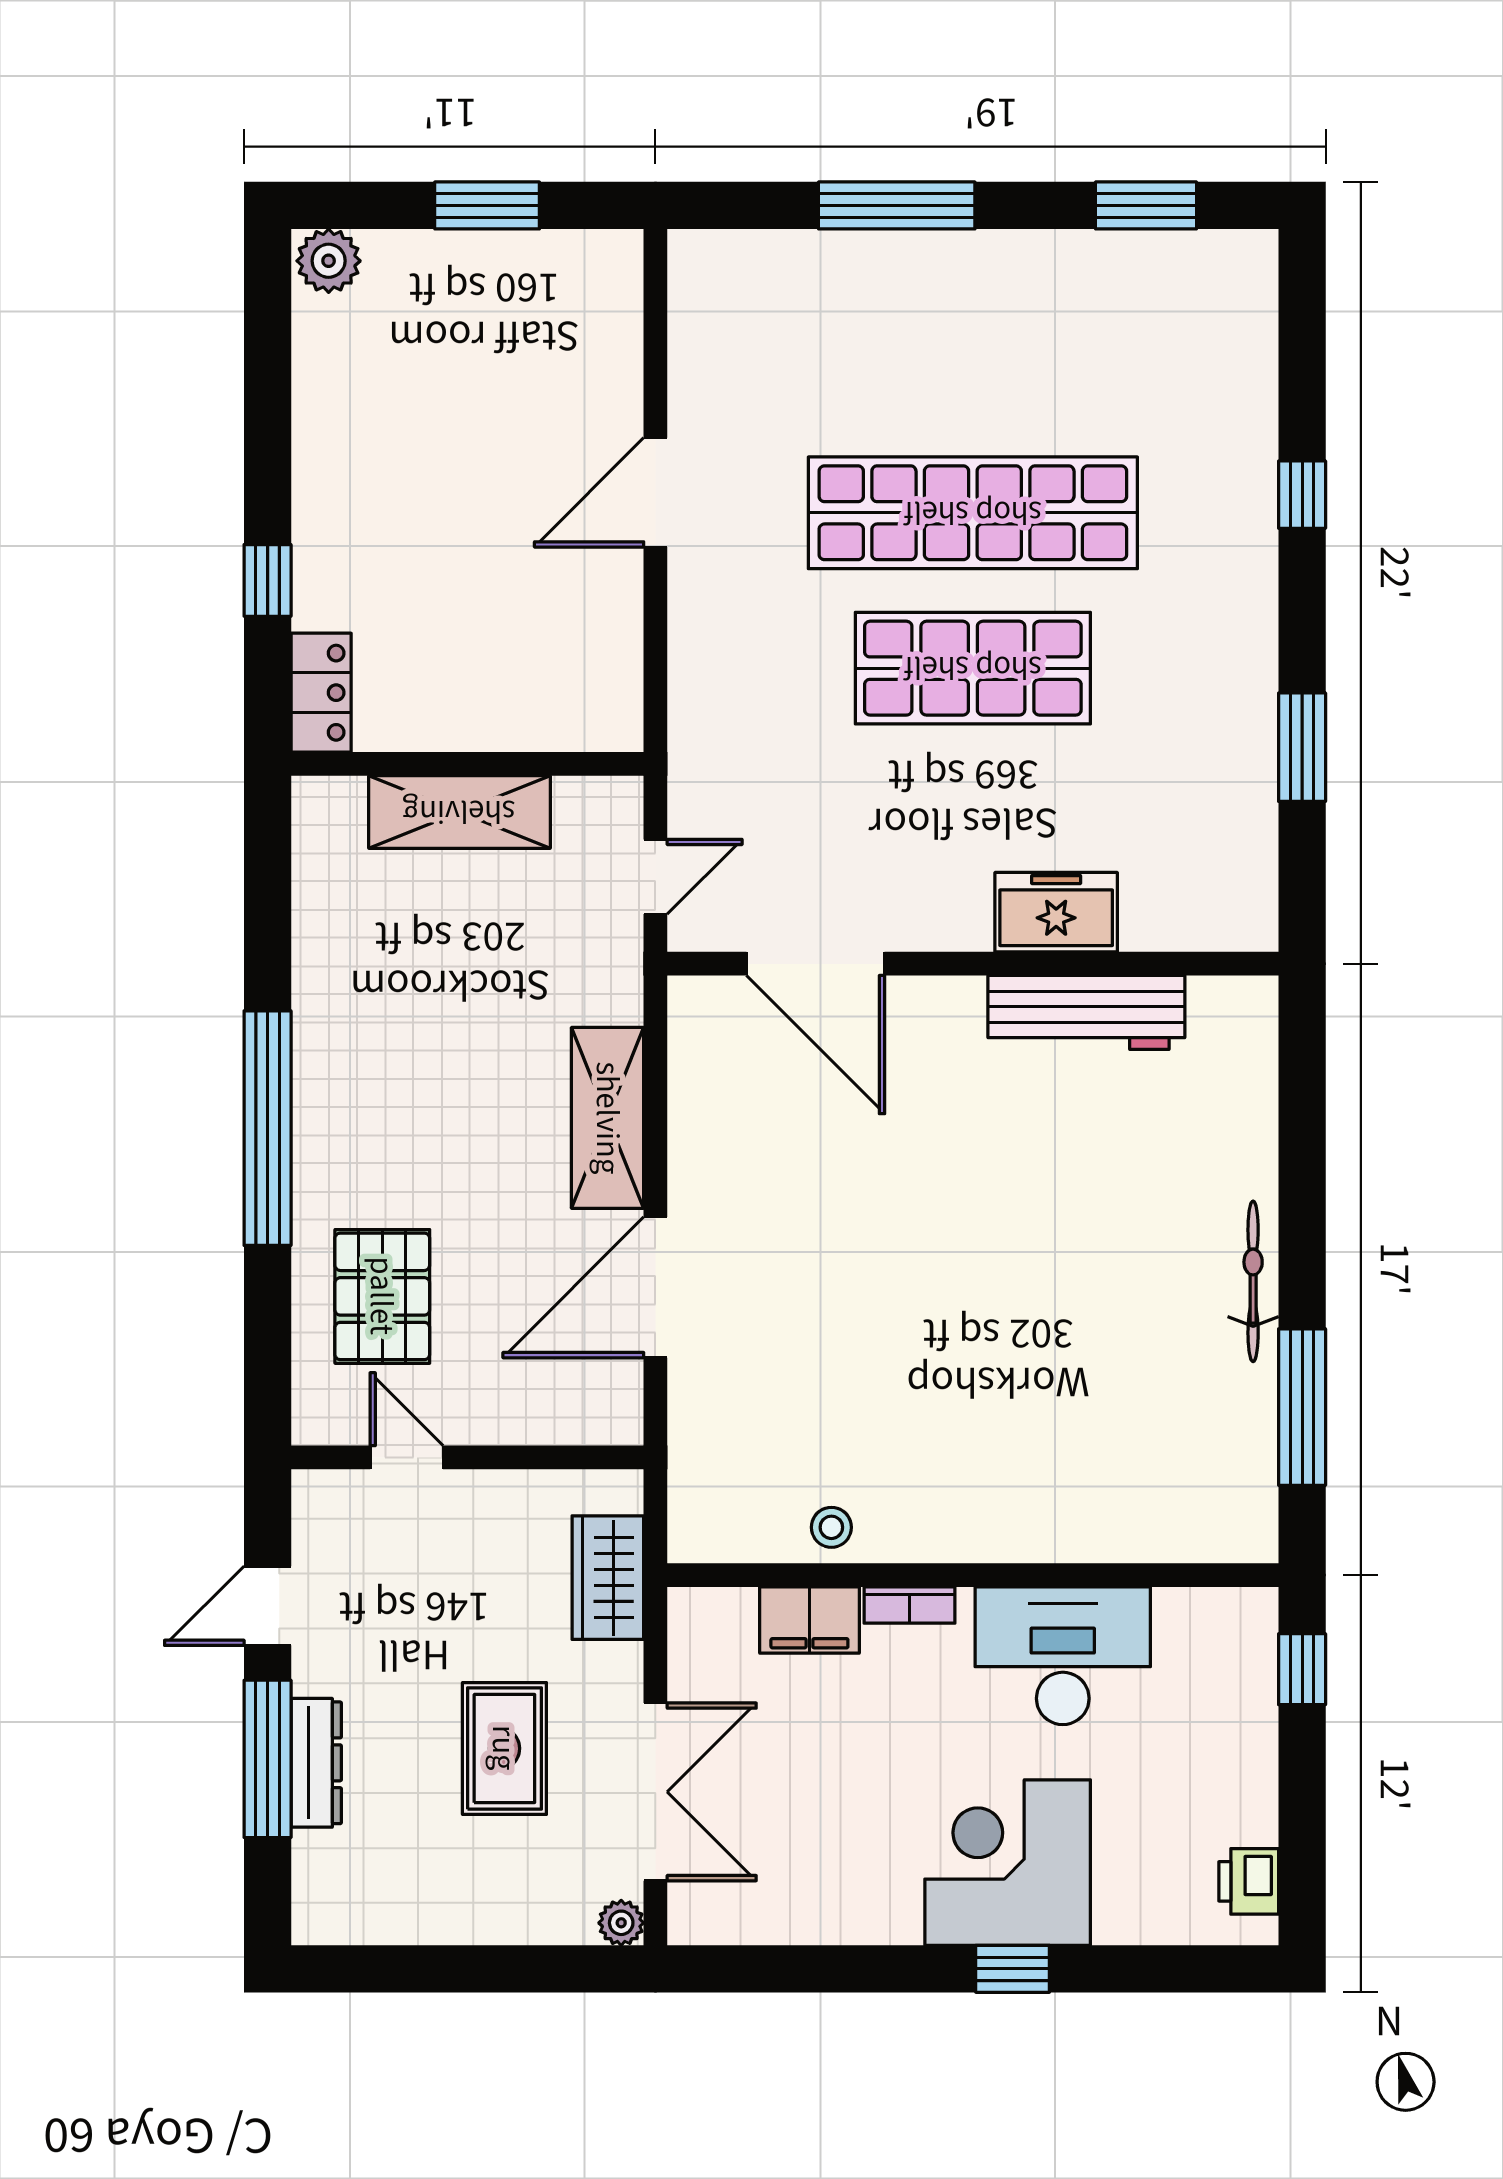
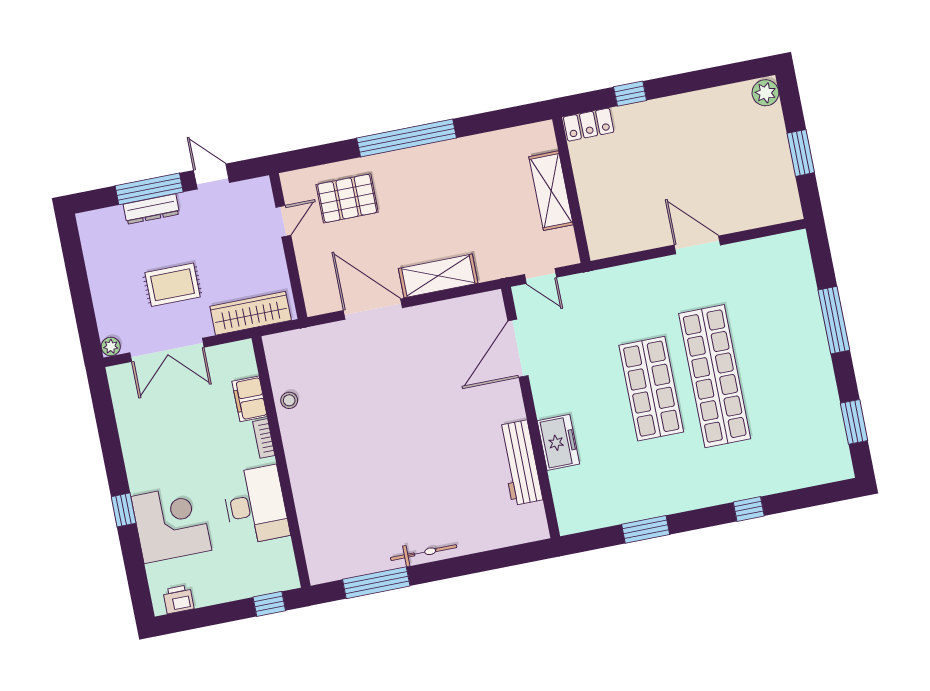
wardrobe: (608, 1578) -> (251, 313), width x1.50
corner desk: (1008, 1863) -> (171, 523), moved

